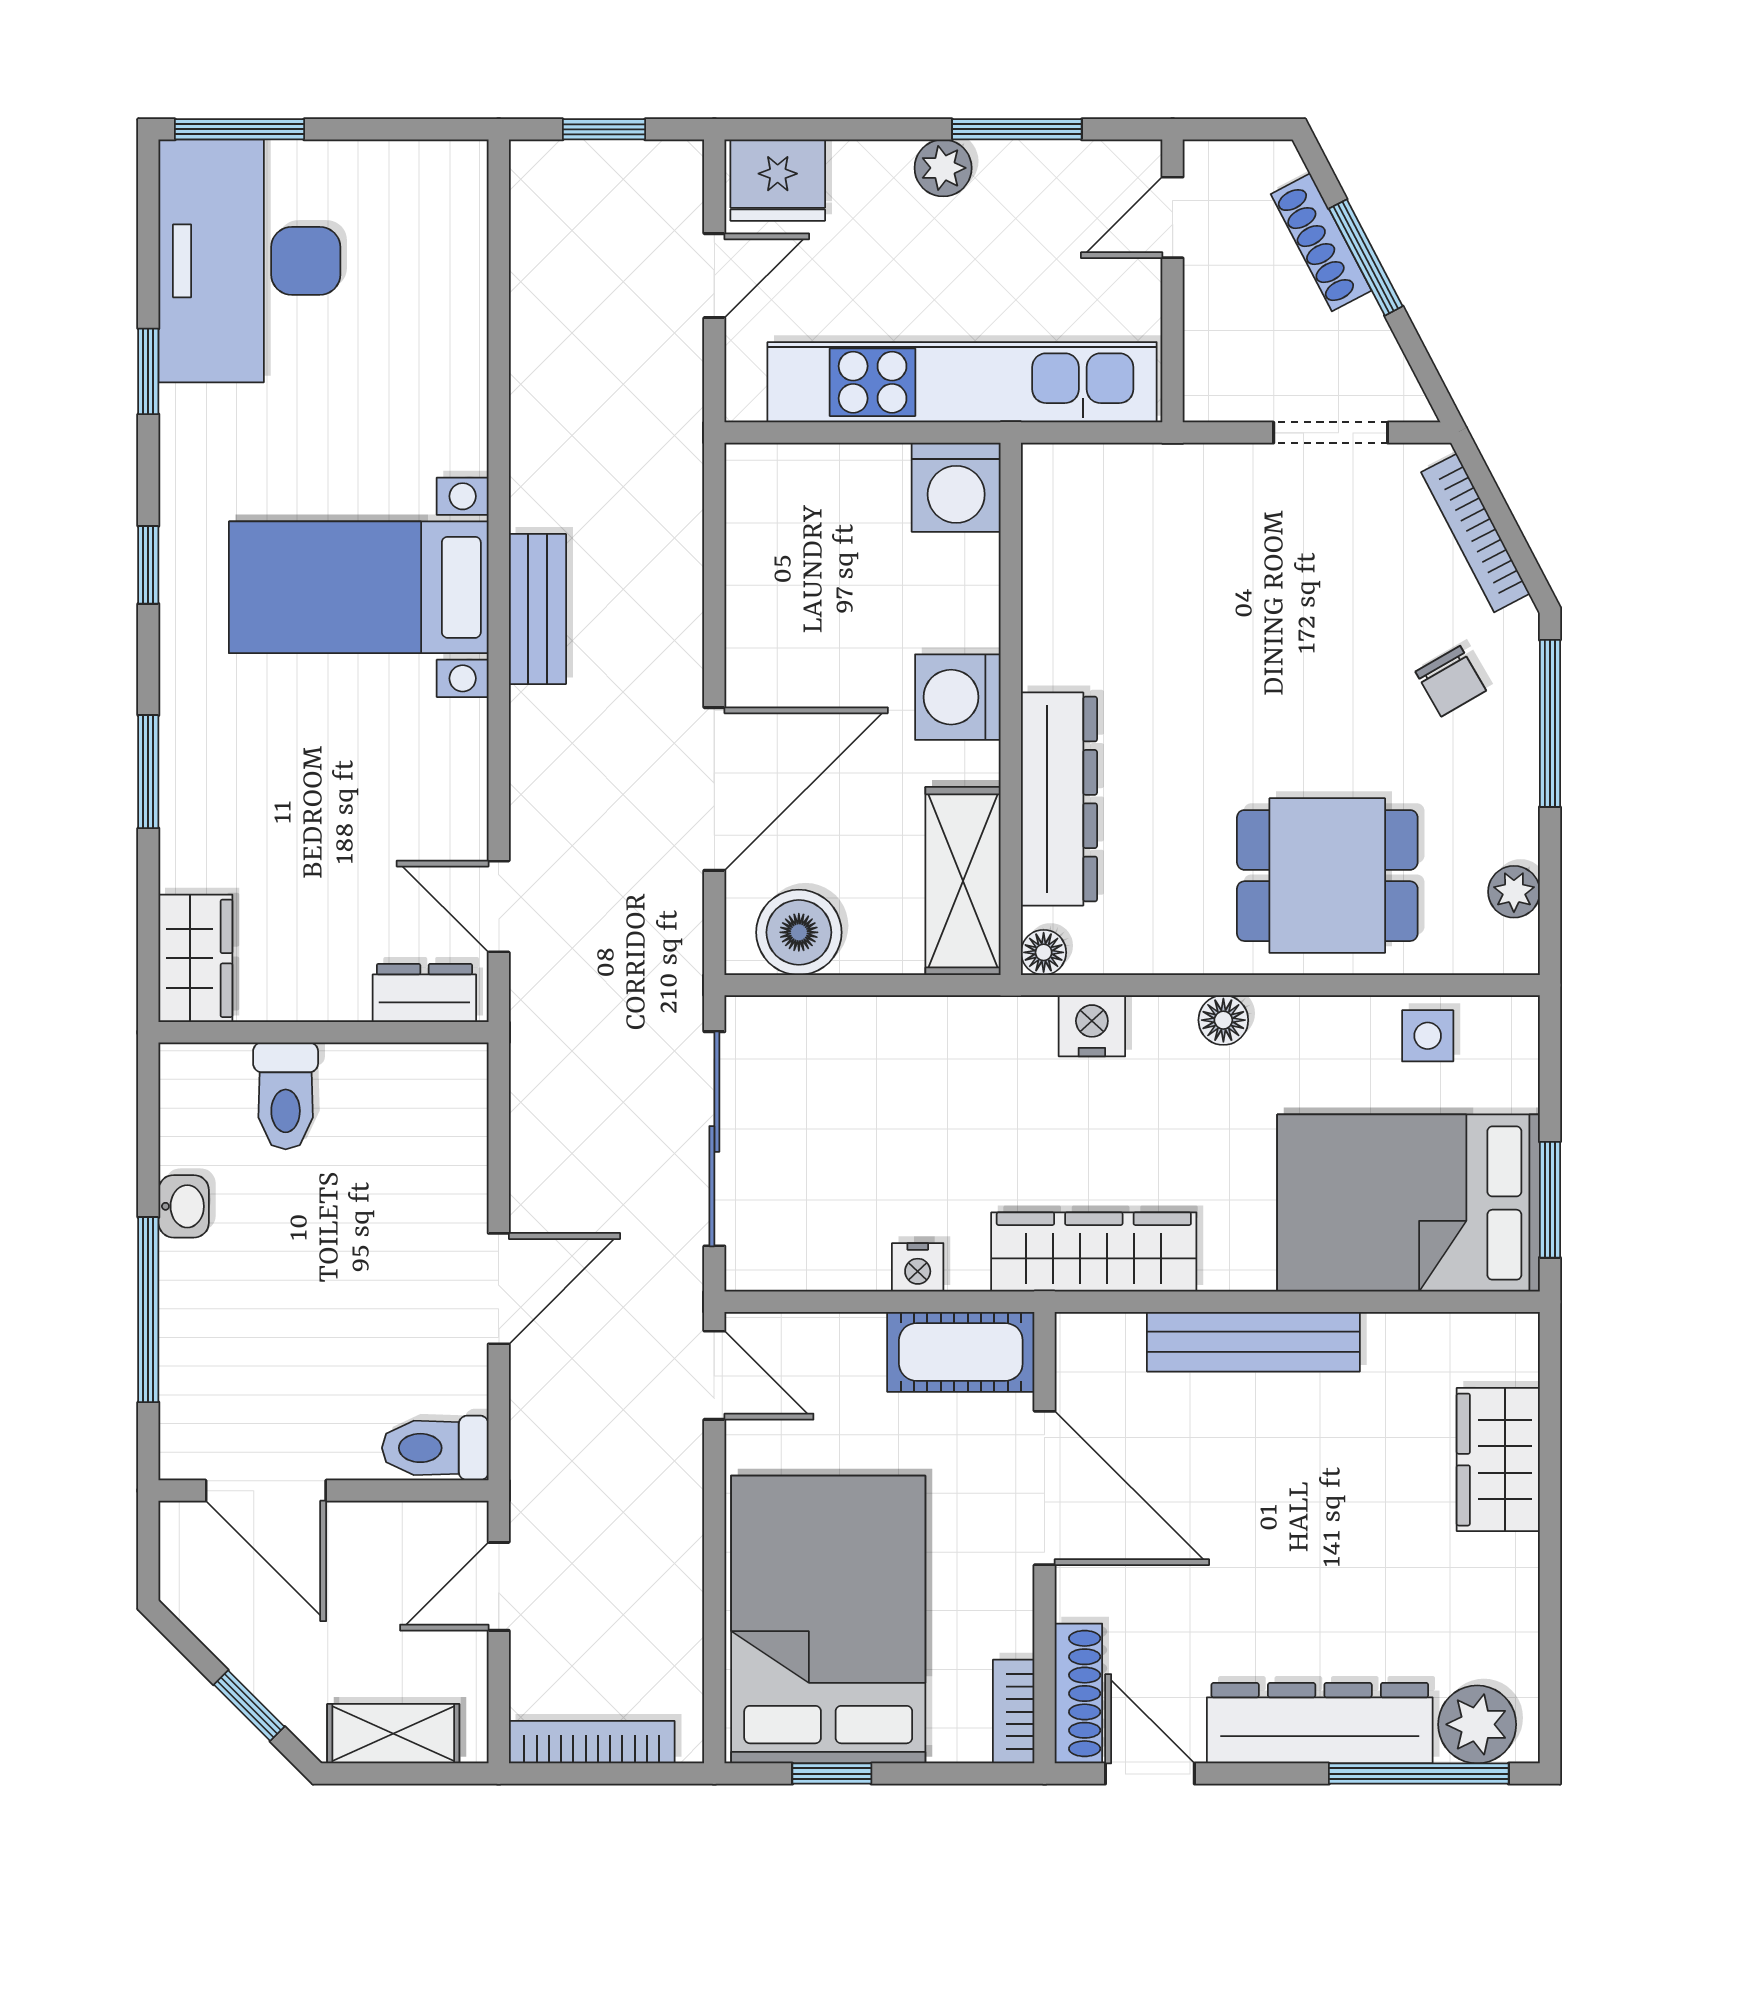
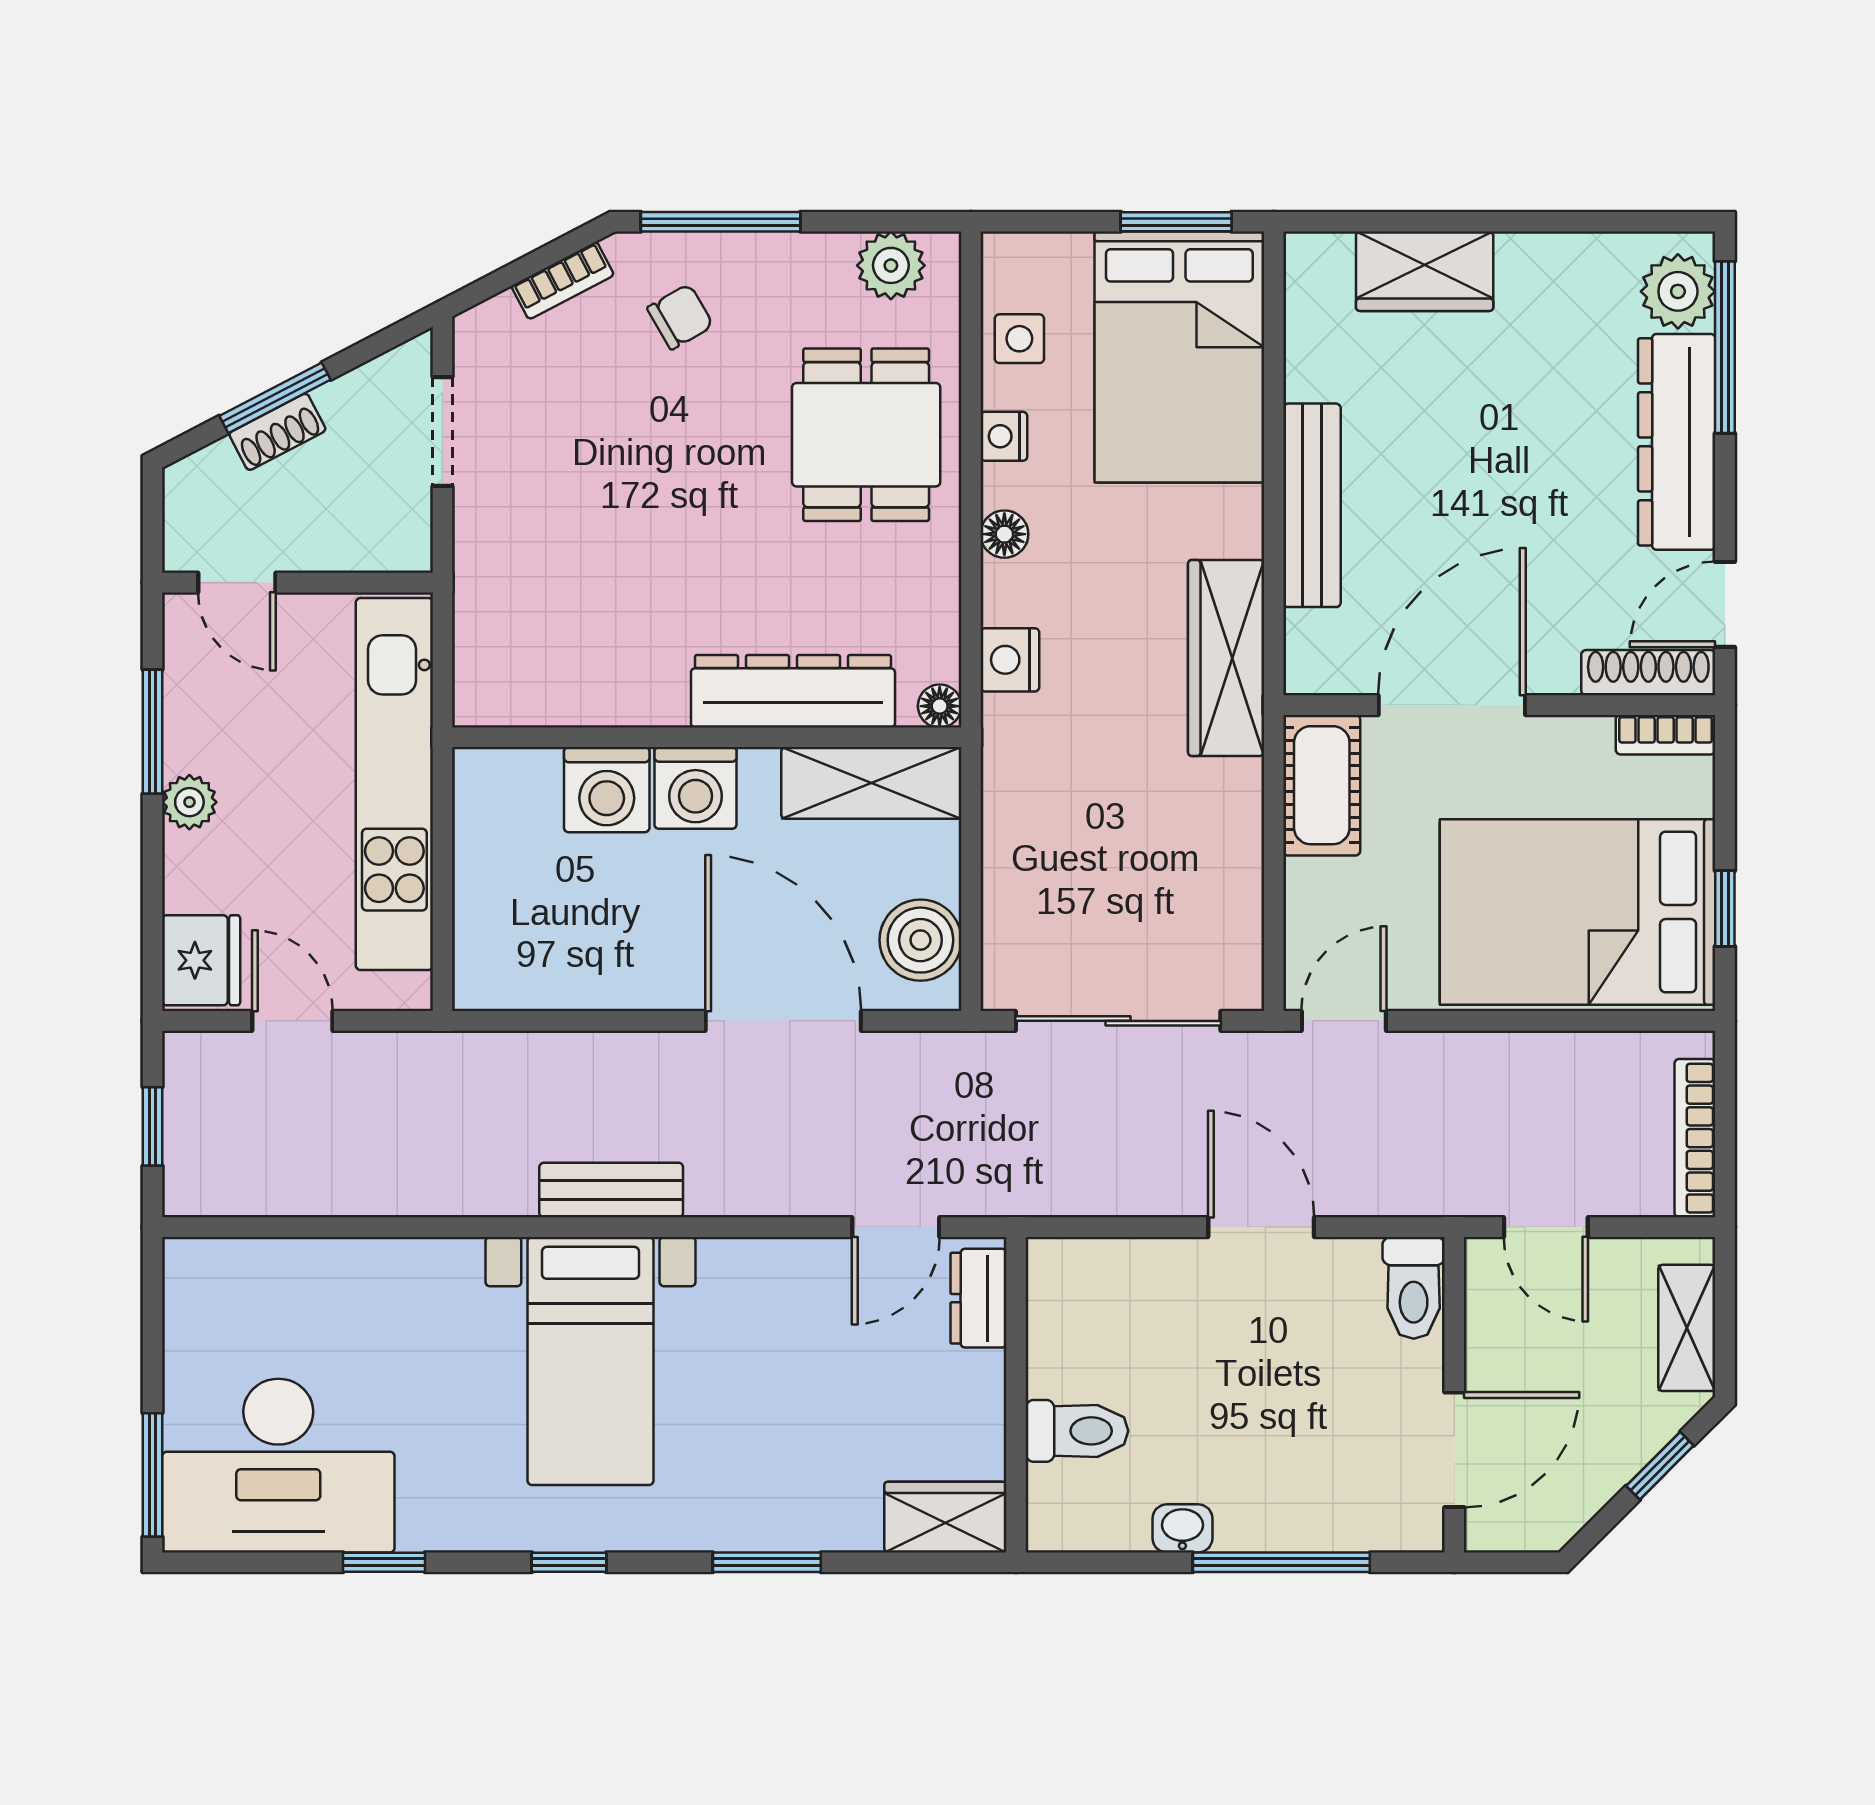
shoe rack: (1321, 242) -> (277, 432), width x0.70
washing machine: (956, 487) -> (607, 790), moved, turned 90
bookcase: (1475, 533) -> (563, 280), width x0.64
plant: (1514, 892) -> (891, 265), width x1.38, depth x1.38
nightstand: (918, 1267) -> (1004, 436), moved, turned 180

